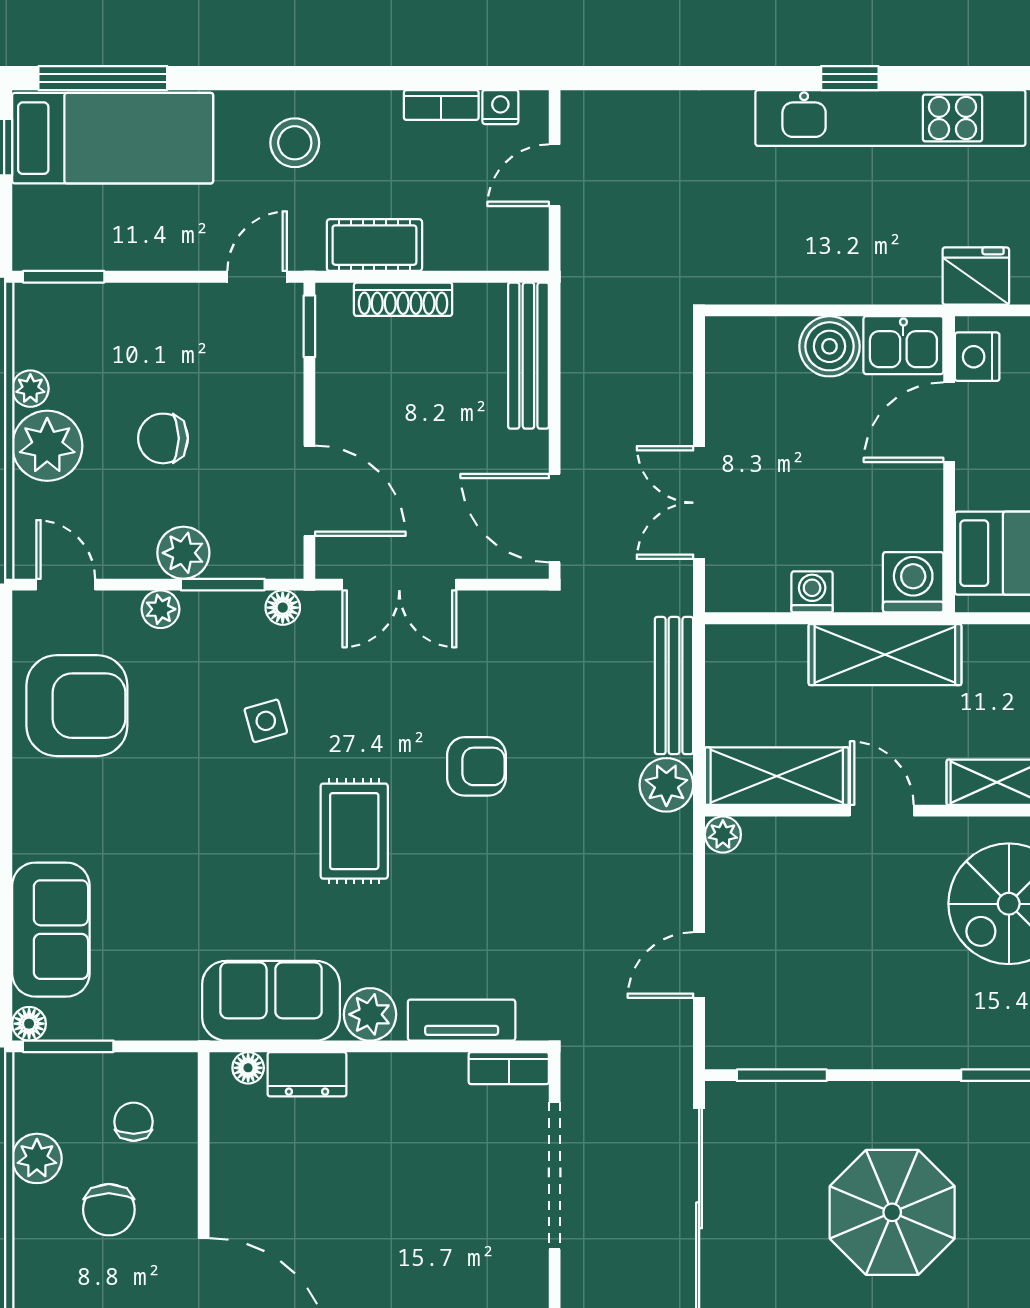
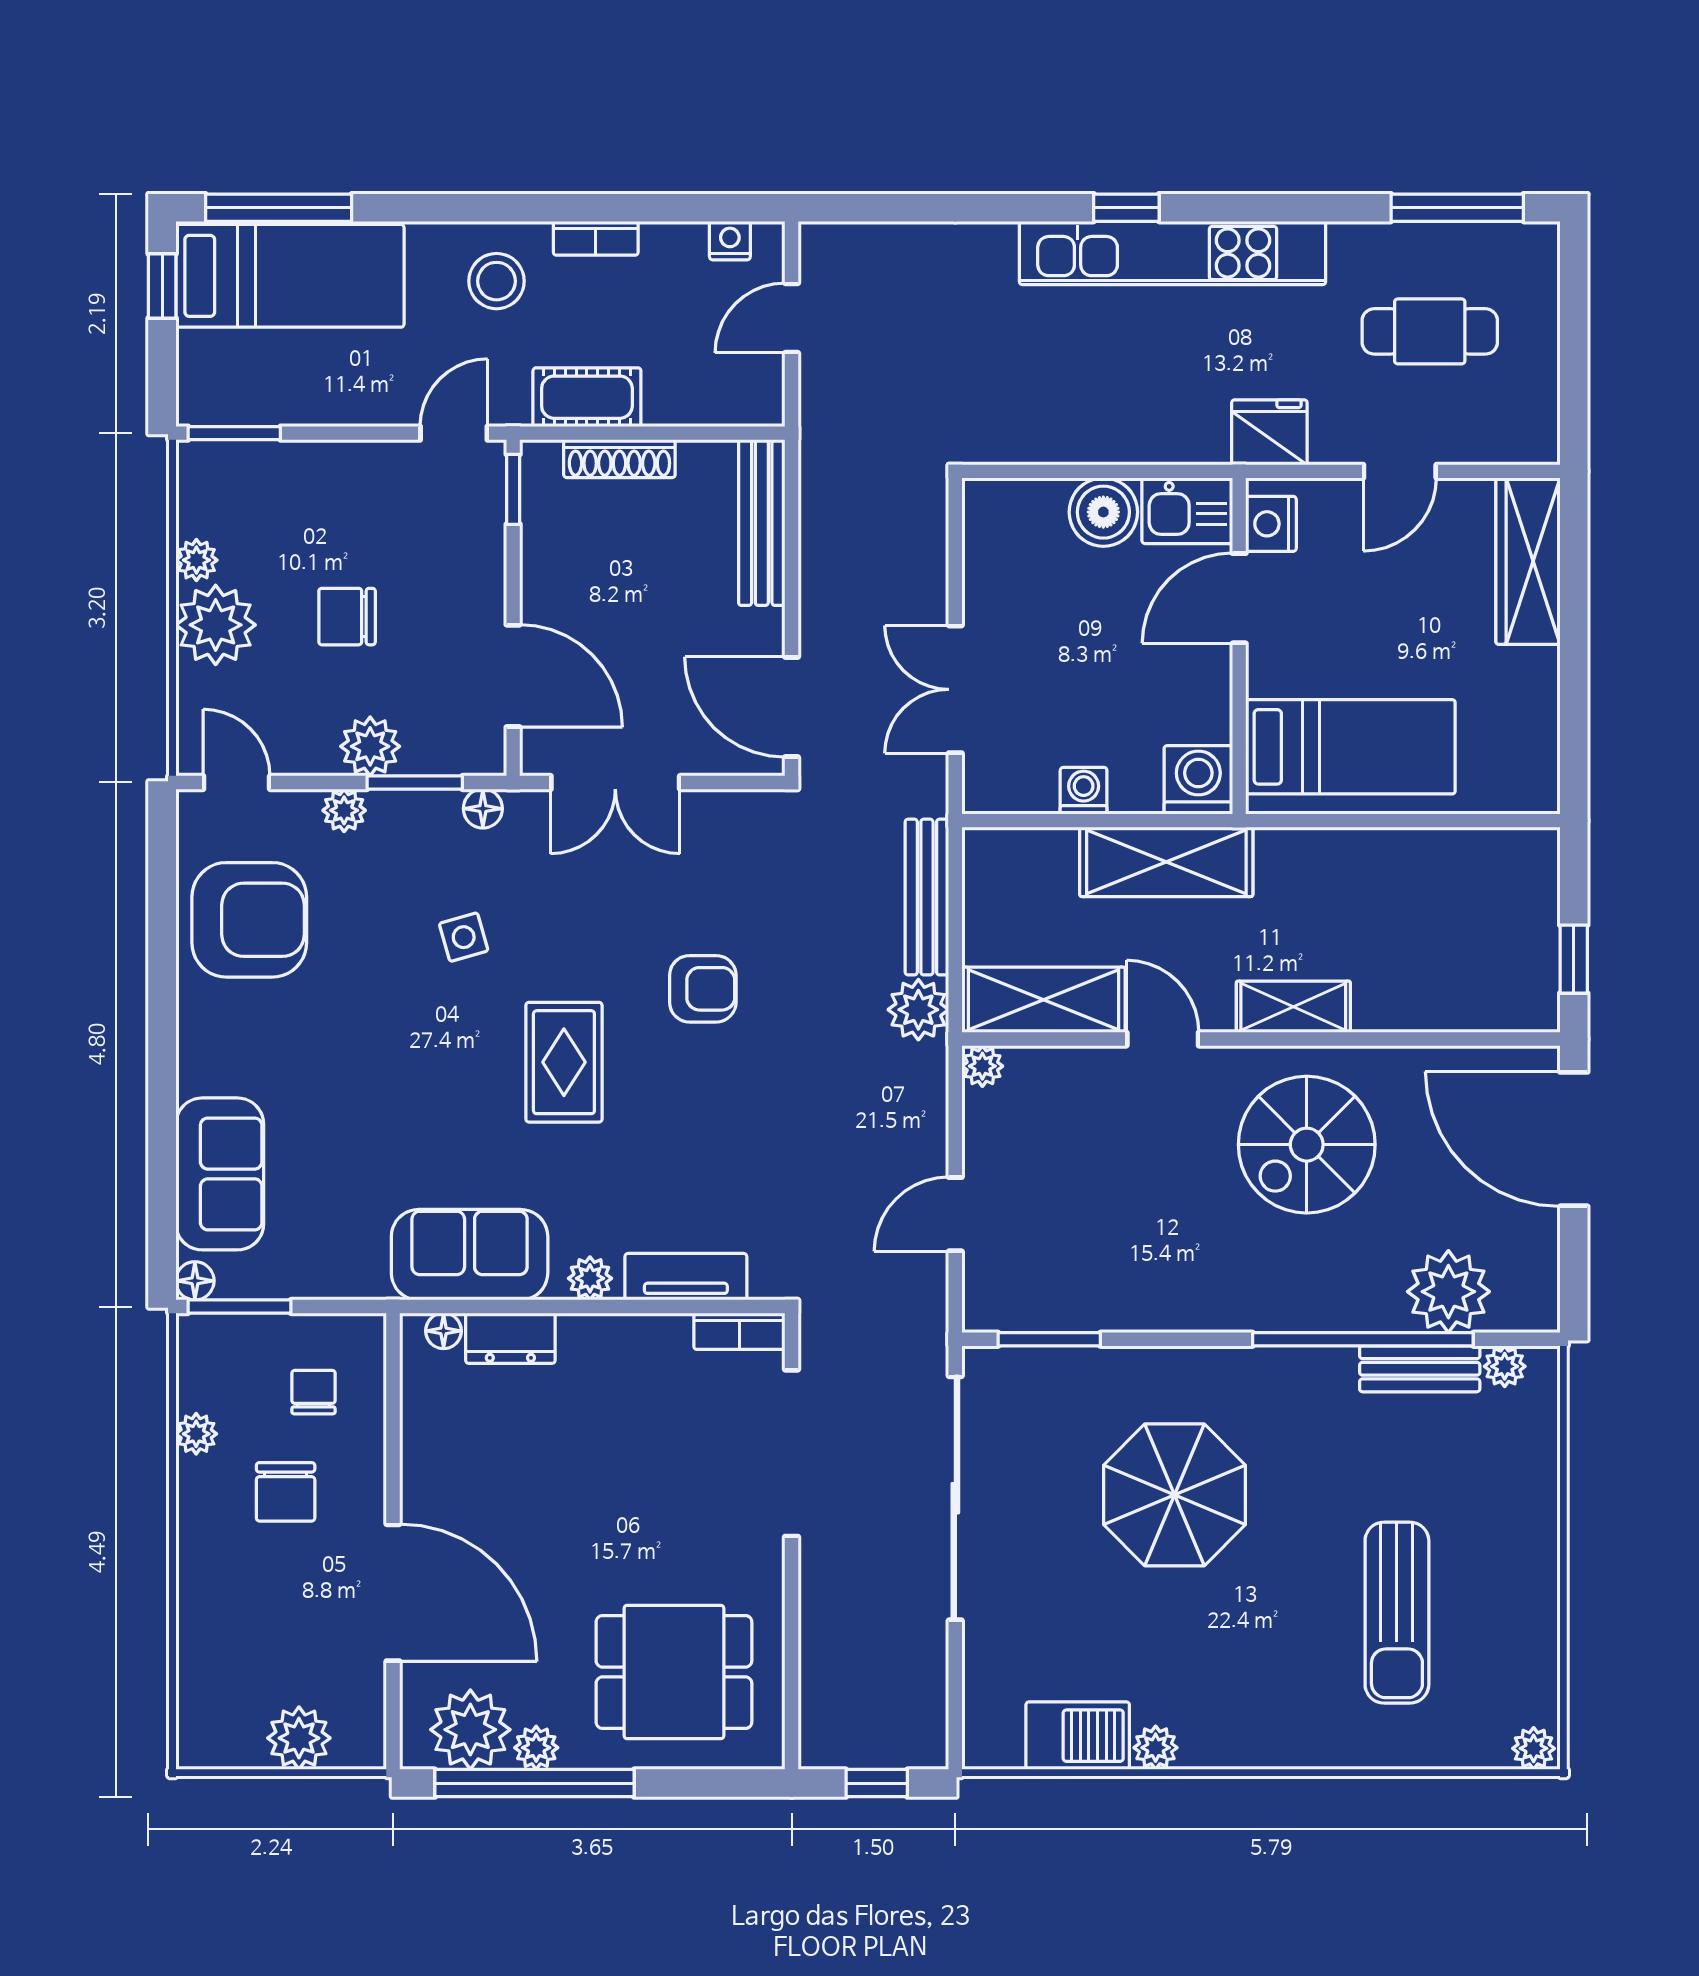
bookcase: (441, 105) -> (596, 238), moved
plant: (370, 1014) -> (590, 1278), width x0.73, depth x0.73
plant: (37, 1158) -> (196, 1434), width x0.73, depth x0.73

